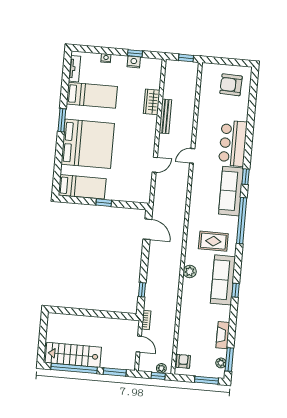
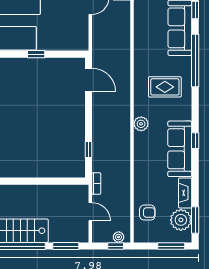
sofa: (223, 280) -> (180, 149), moved
armchair: (183, 361) -> (147, 213), moved, turned 90
plant: (221, 363) -> (181, 220), width x1.88, depth x1.88

